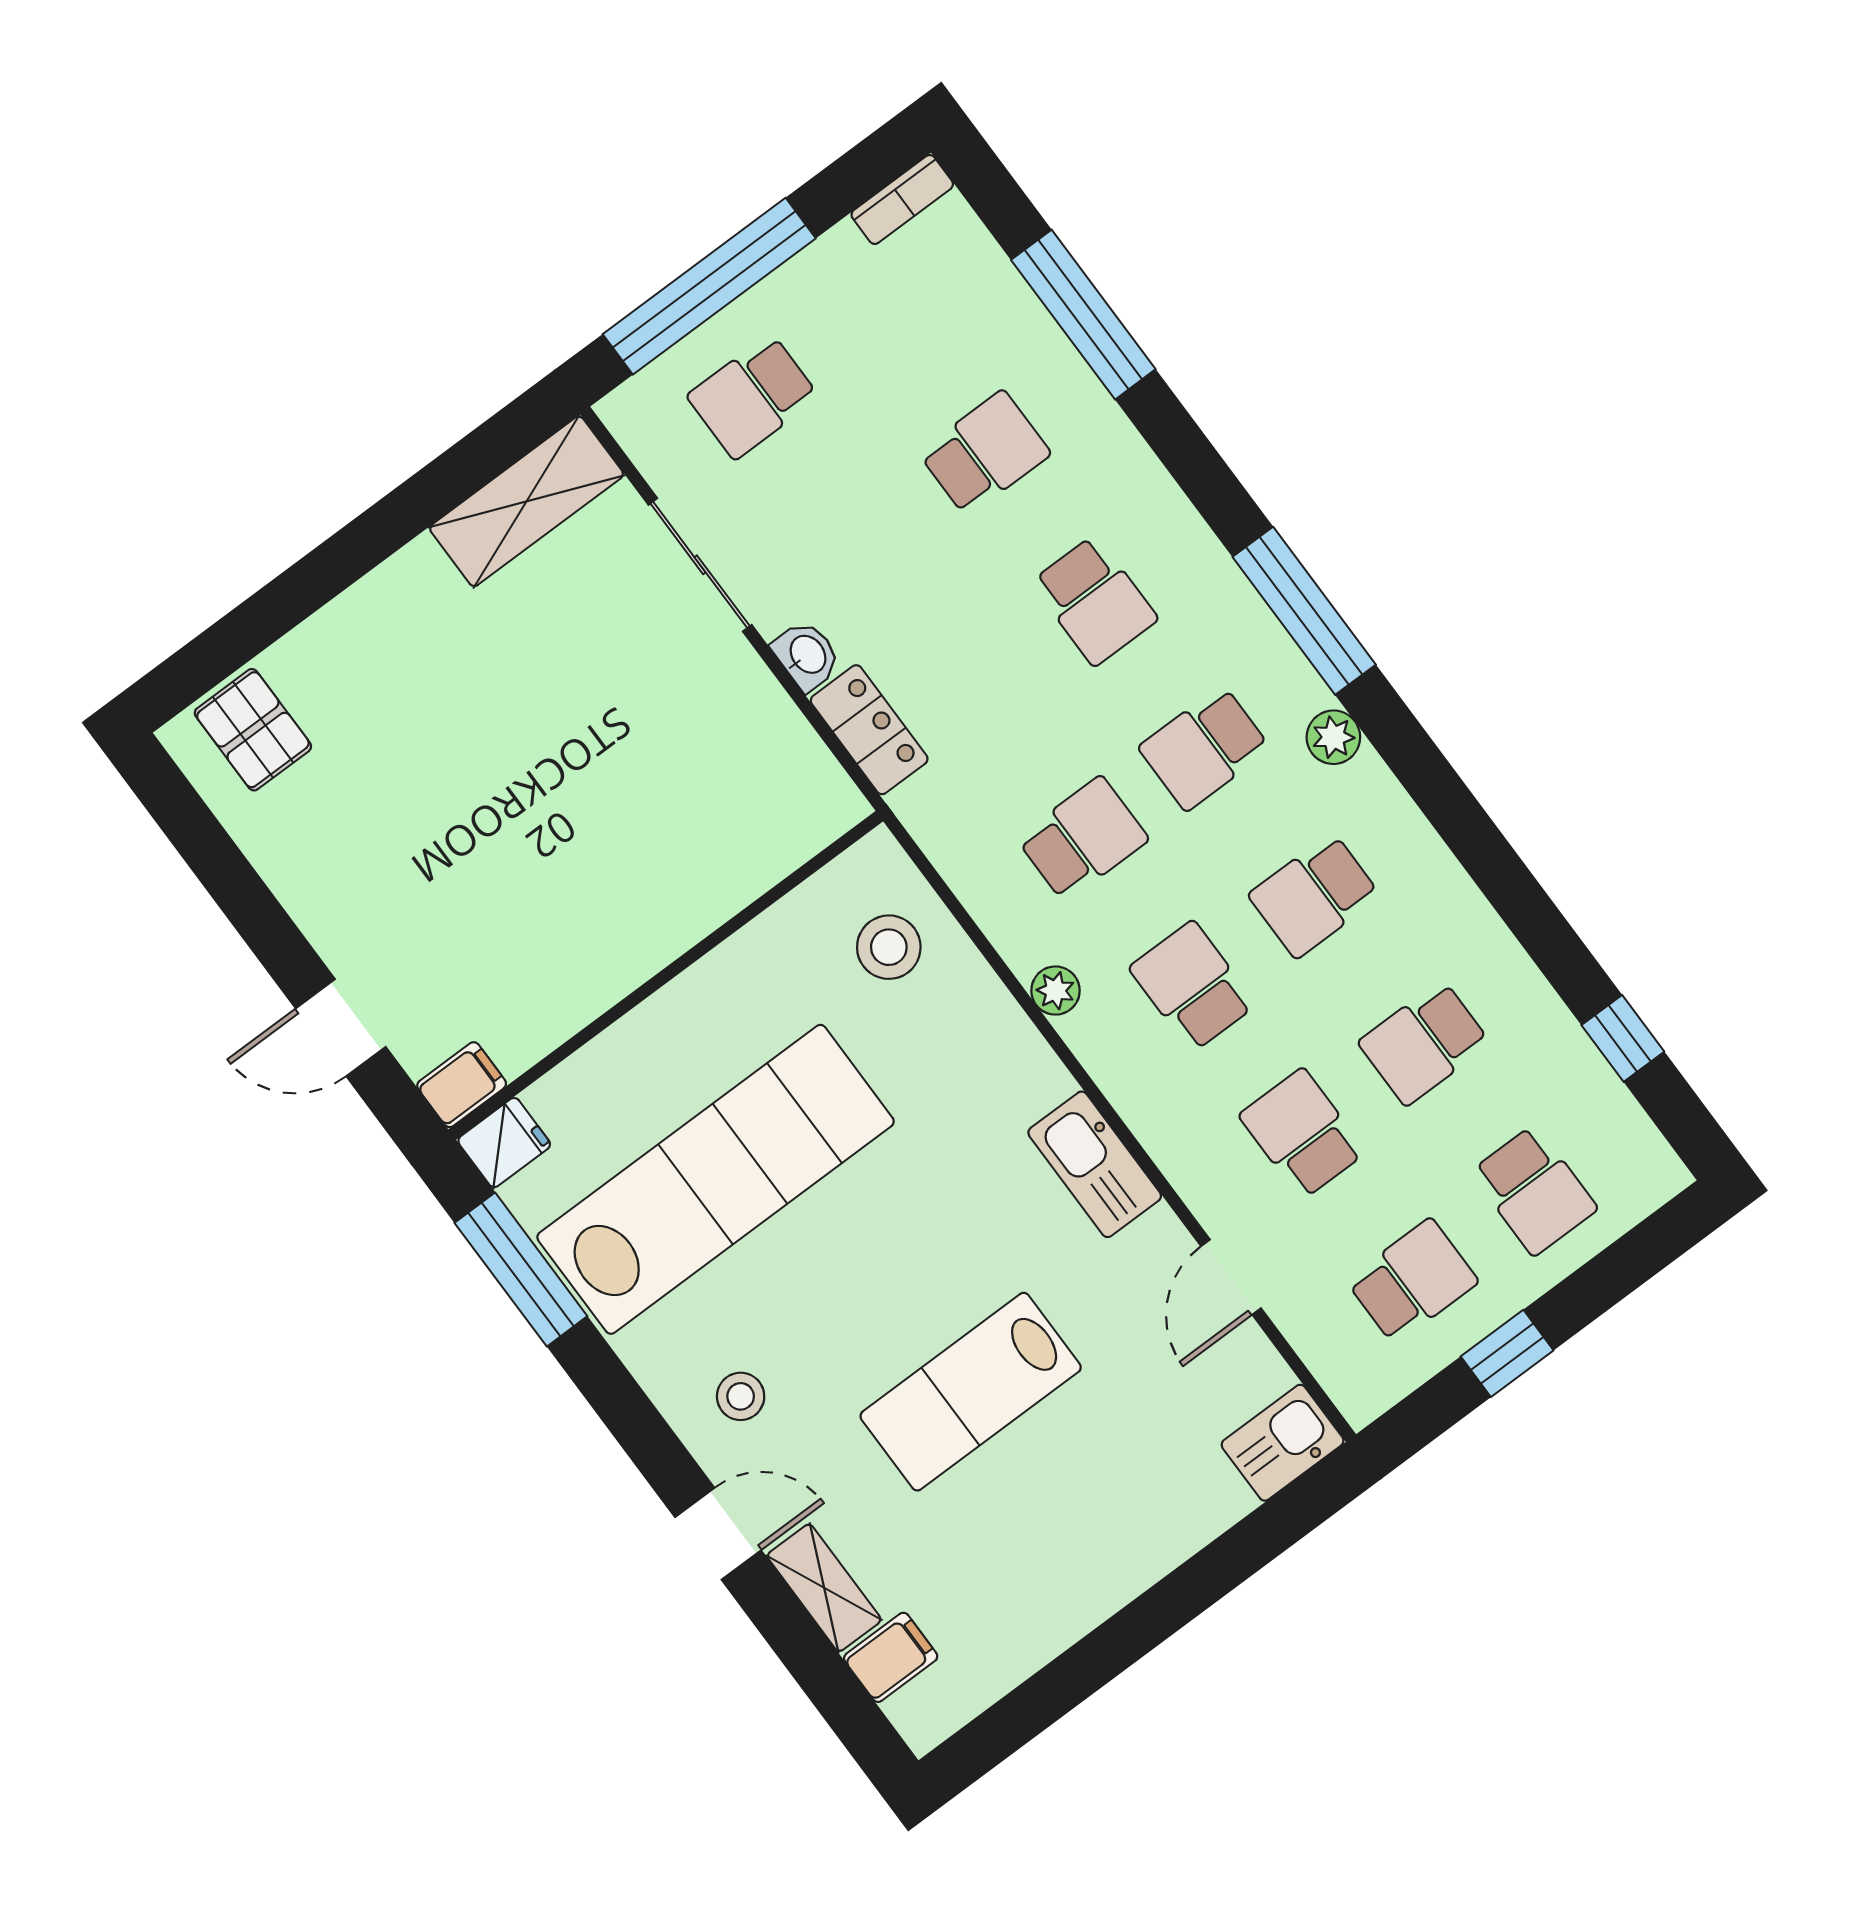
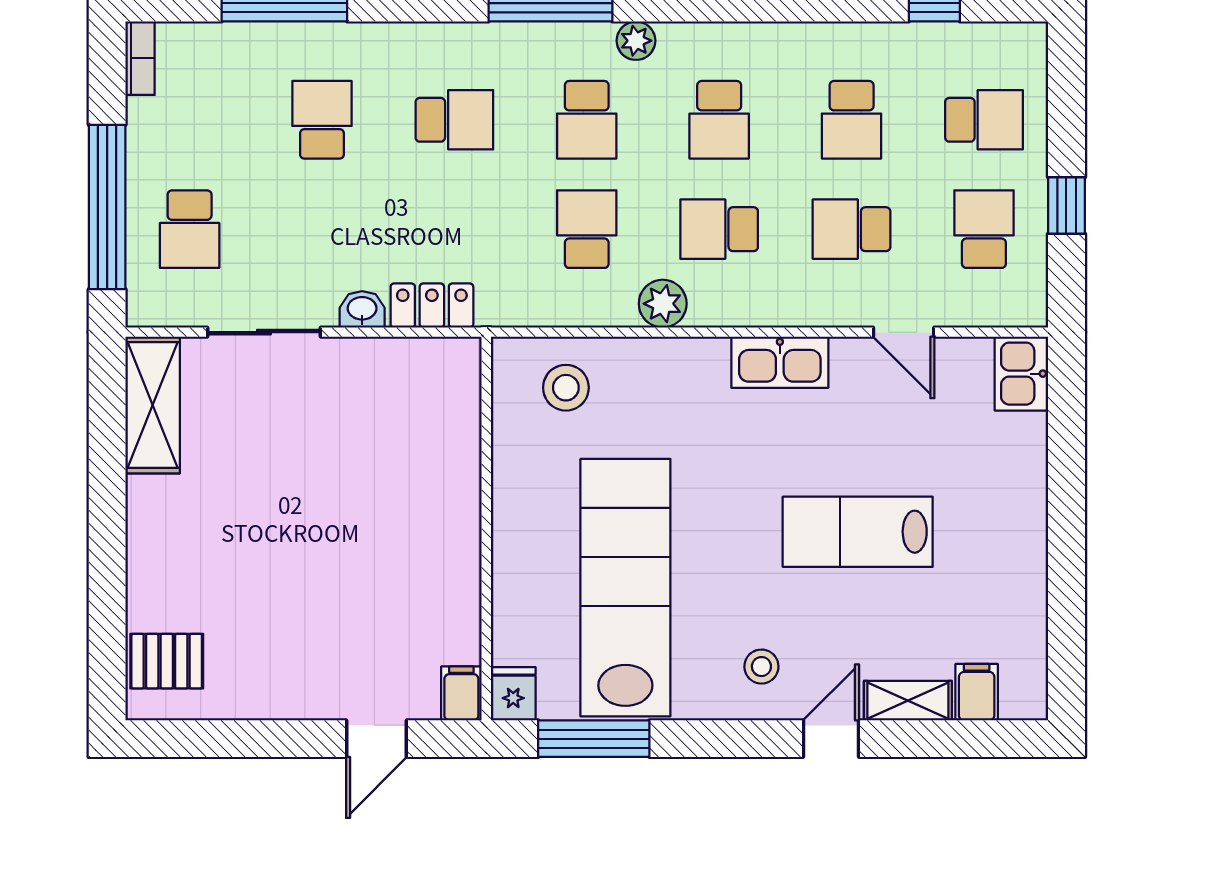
plant: (1055, 991) -> (663, 304), width x1.38, depth x1.38
lab bench: (971, 1392) -> (858, 532), turned 90

